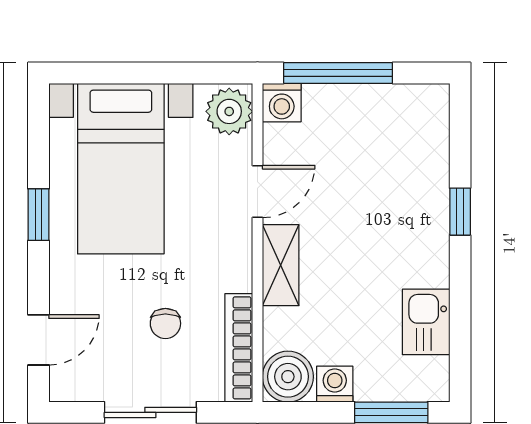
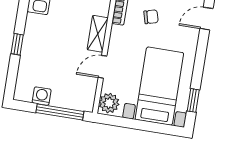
washing machine: (282, 103) -> (42, 96), moved
window: (39, 215) -> (193, 100), moved
chair: (165, 323) -> (151, 17), turned 75

